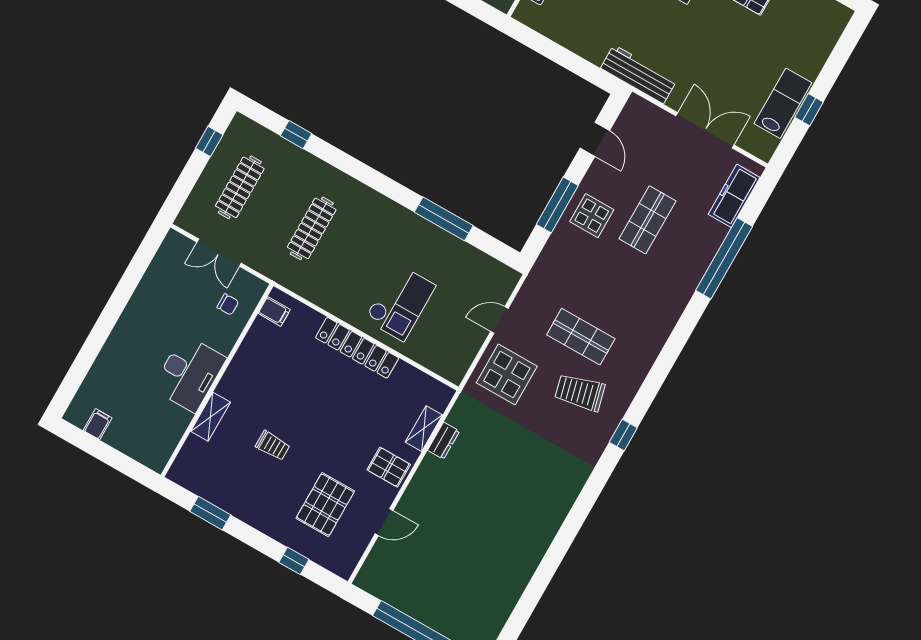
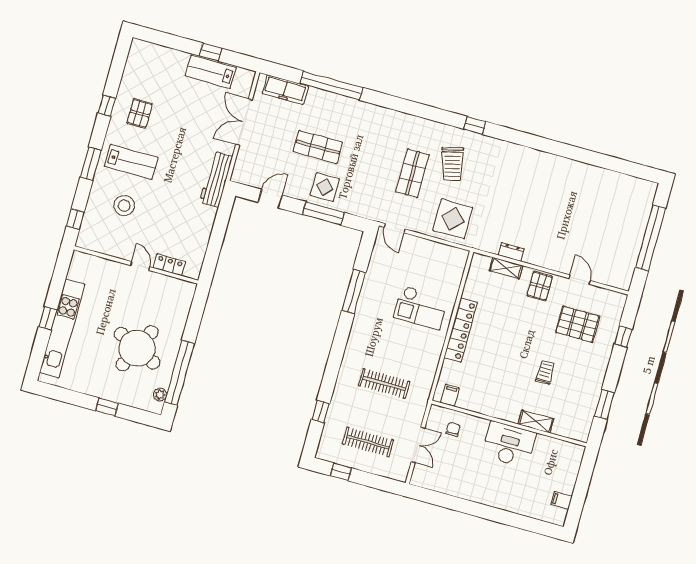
checkout: (400, 302) -> (421, 308), turned 180
door: (499, 320) -> (395, 228), moved

